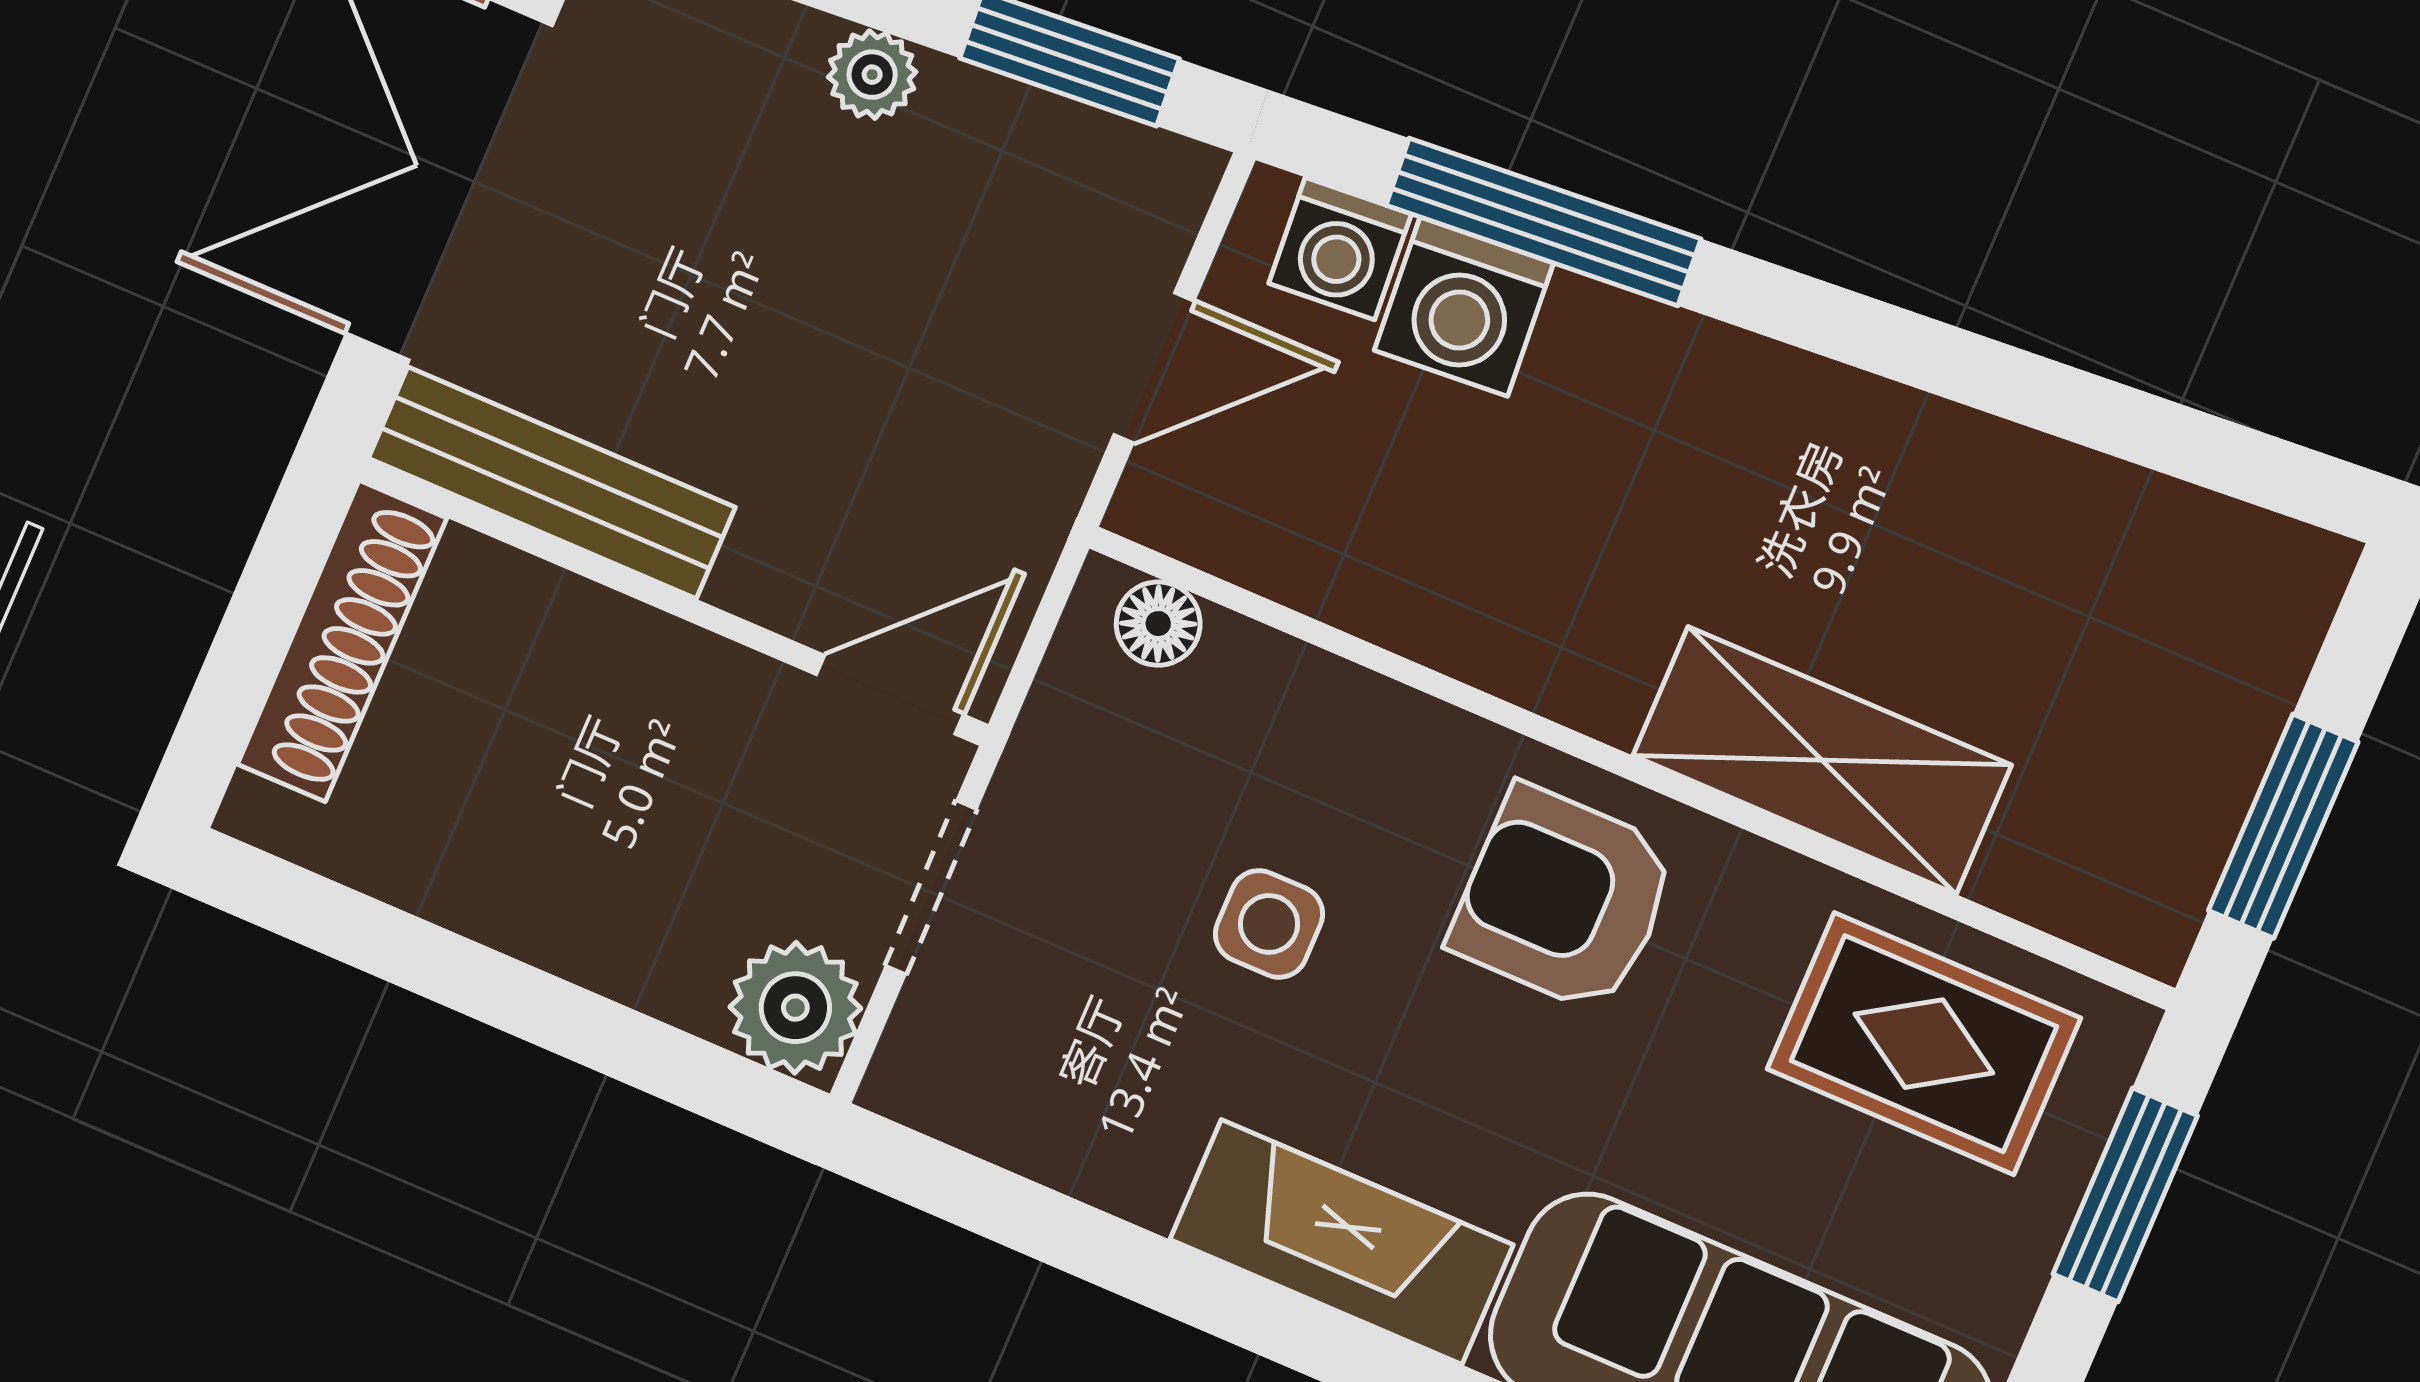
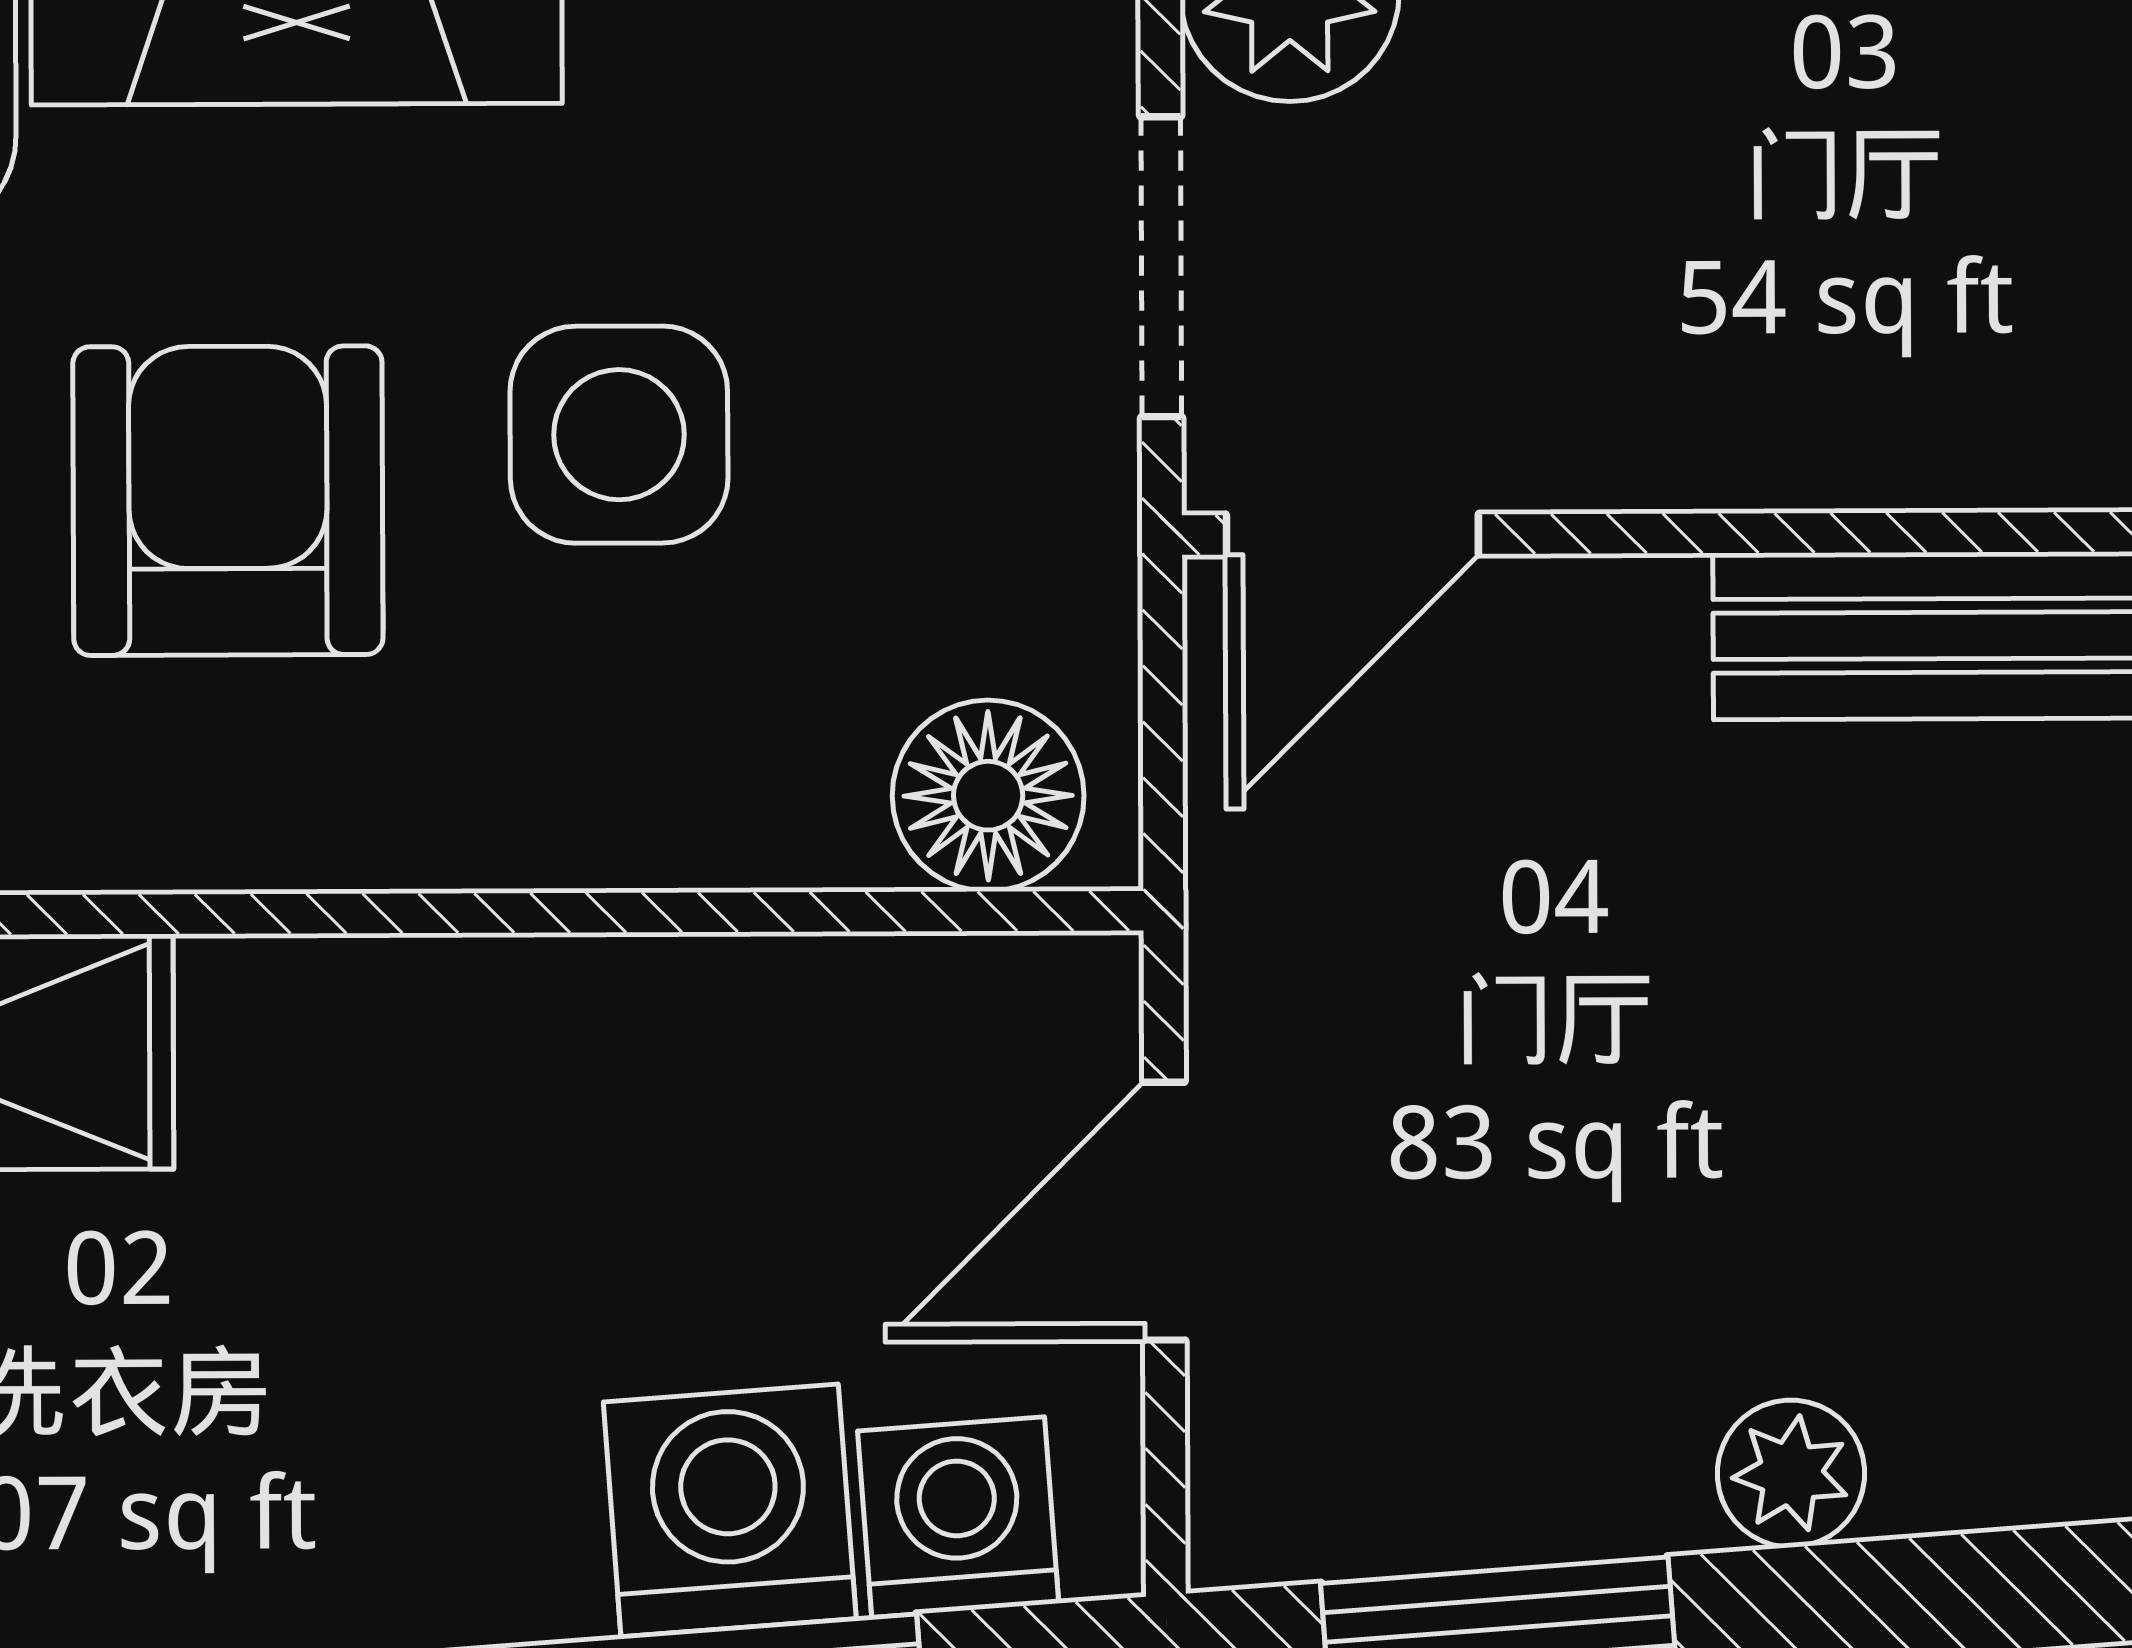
floor lamp: (1158, 624) -> (988, 796), width x1.37, depth x1.37
armchair: (1564, 899) -> (228, 501), moved, turned -90
side table: (1269, 924) -> (619, 435), width x1.37, depth x1.37

